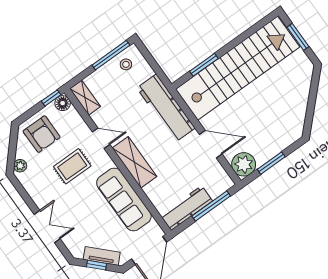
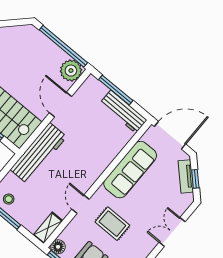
shelving: (134, 162) -> (94, 169), removed
window: (271, 163) -> (63, 46), width x2.11

